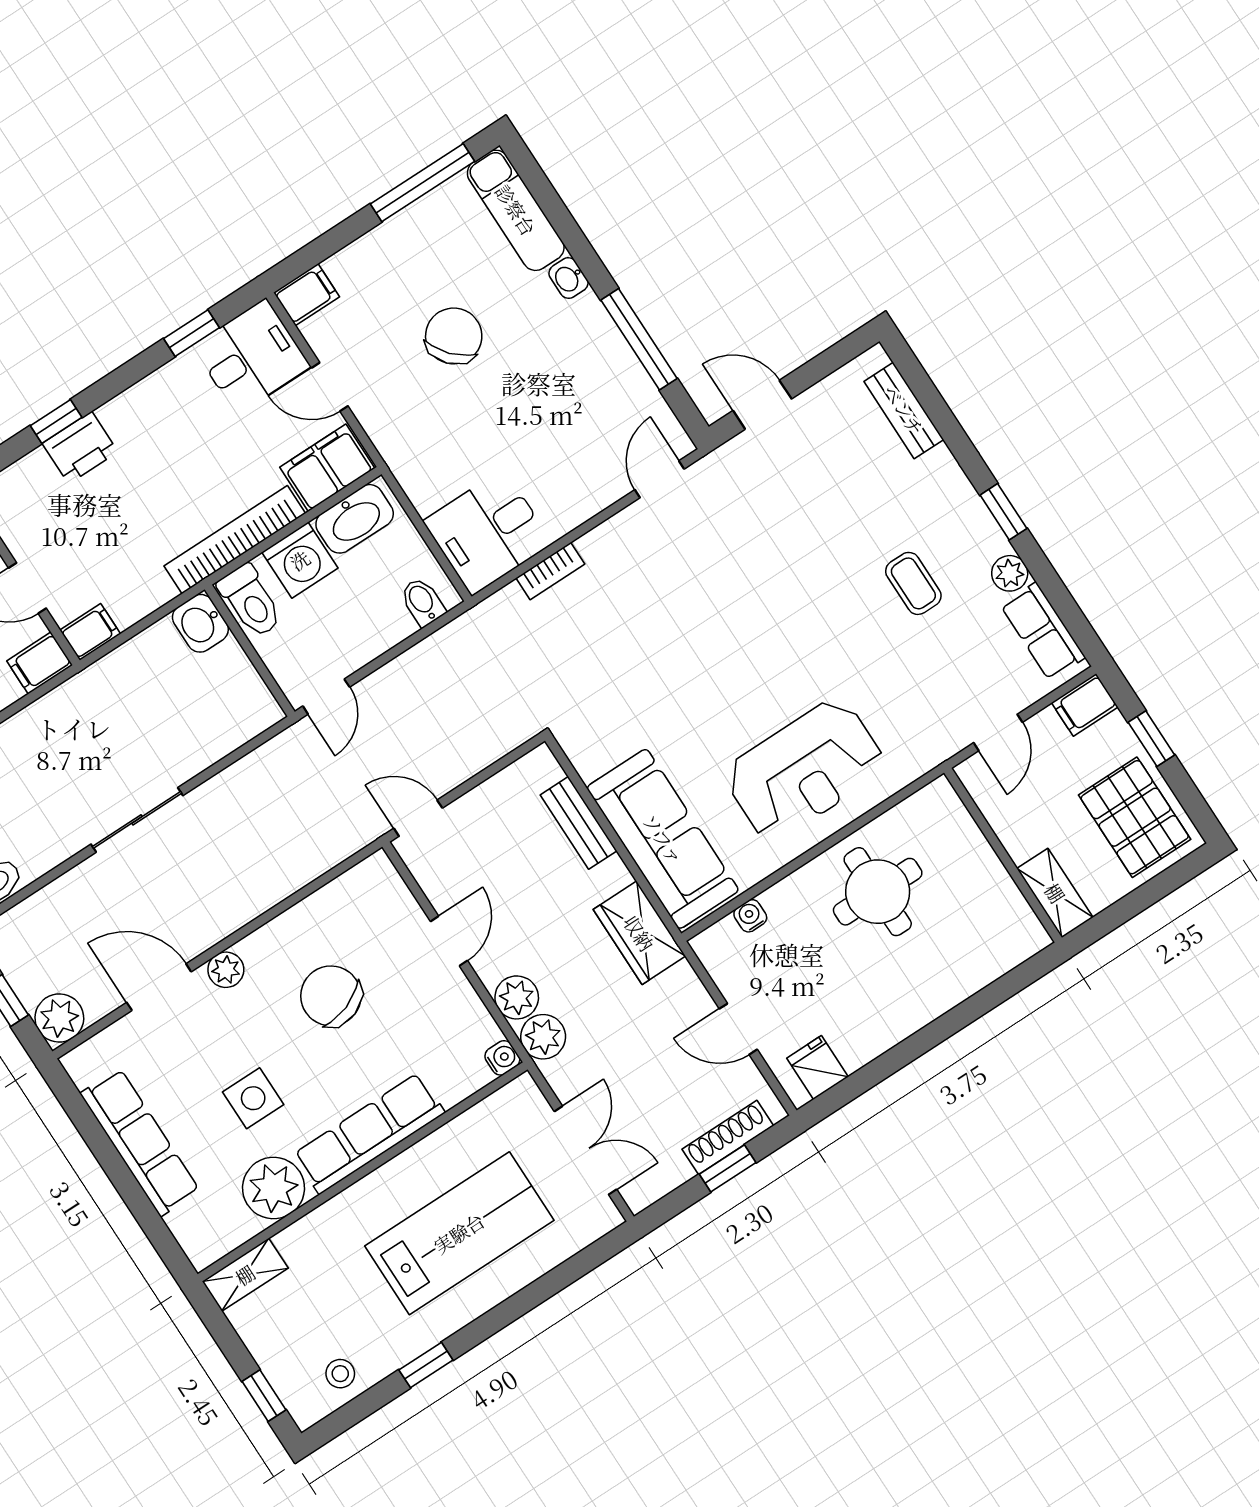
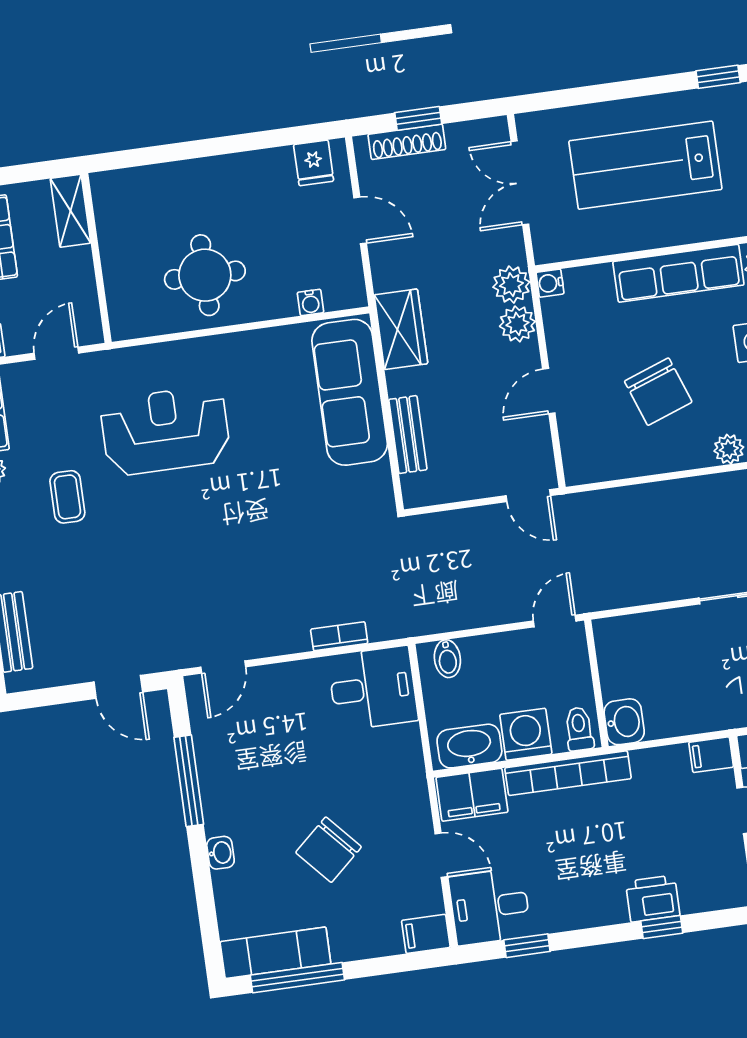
exam couch: (516, 210) -> (275, 953), moved, turned -90
toilet: (251, 601) -> (579, 729), width x0.73, depth x0.72
reception desk: (805, 770) -> (165, 431), moved

